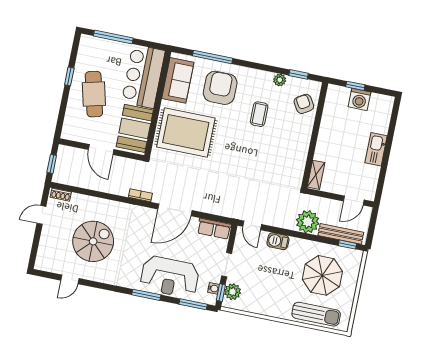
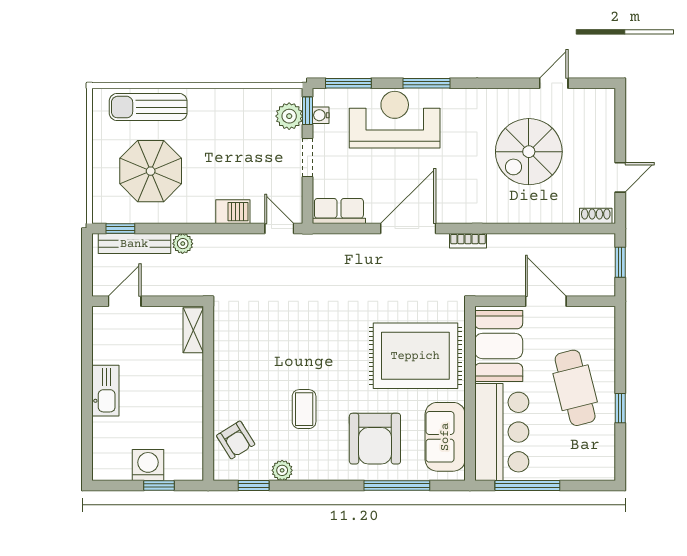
window: (113, 37) -> (527, 485), moved
plant: (308, 222) -> (183, 244), width x0.53, depth x0.53

